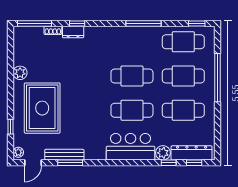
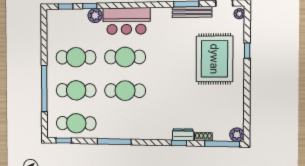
plant: (20, 73) -> (237, 135), moved
window: (11, 127) -> (247, 51), moved
dresser: (192, 153) -> (68, 16), removed

